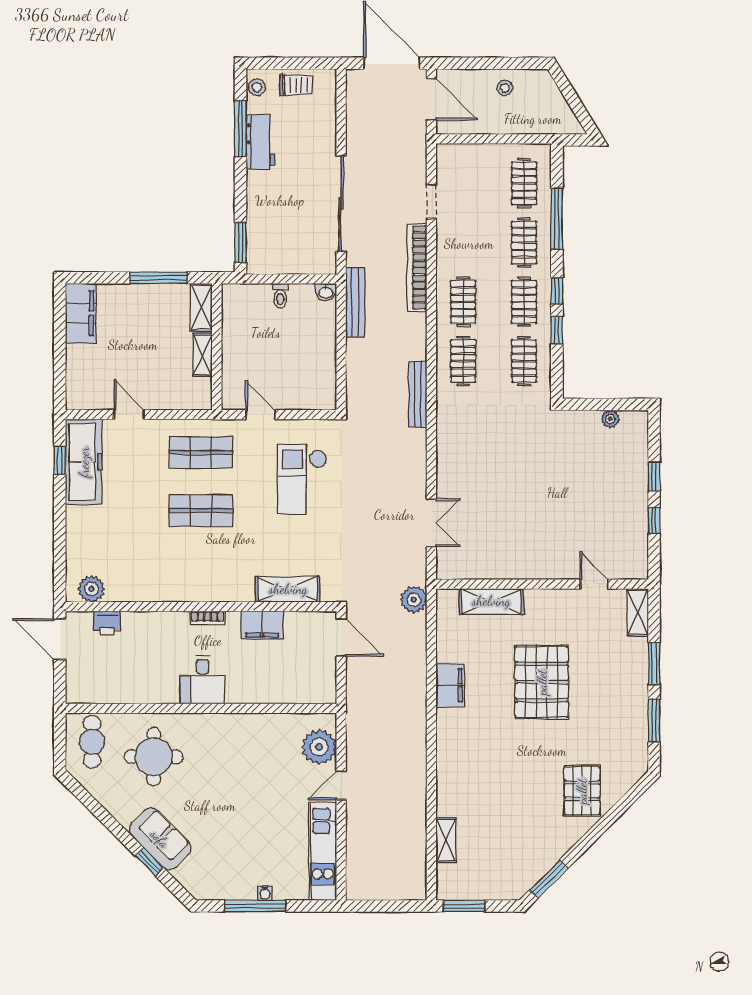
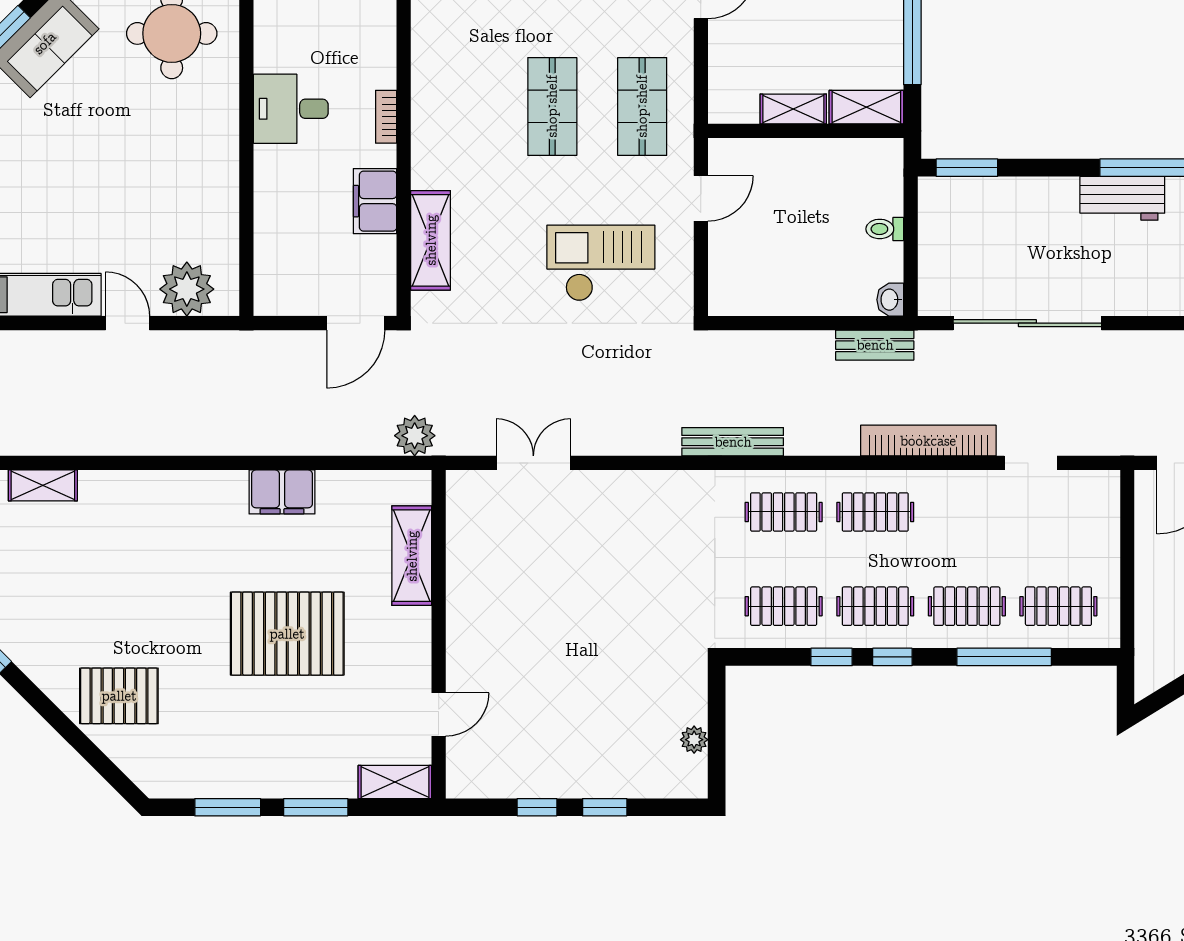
bench: (355, 302) -> (875, 345), width x0.73
double door: (431, 523) -> (533, 463), swing flipped

